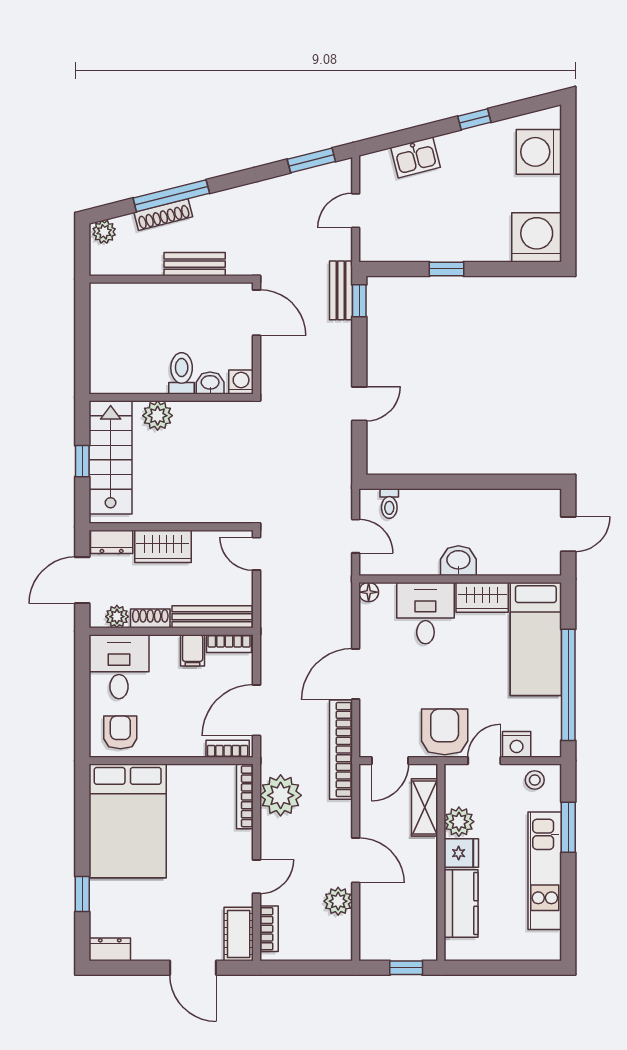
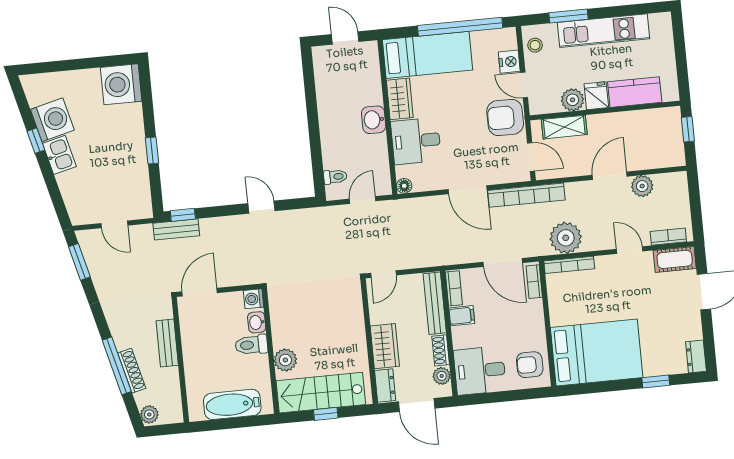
washing machine: (539, 152) -> (52, 120), moved, turned -104
kitchen sink: (416, 157) -> (59, 155), moved
bathtub: (107, 341) -> (232, 404), added

